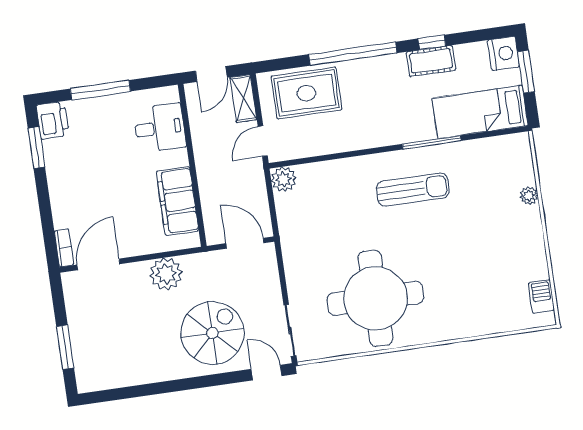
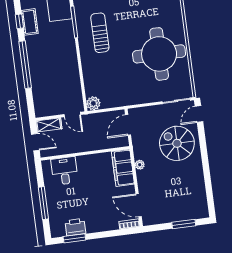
rug: (307, 93) -> (46, 90), removed
printer: (53, 120) -> (75, 227), moved
filing cabinet: (178, 201) -> (123, 168), moved, turned 90
plant: (166, 274) -> (140, 165), width x0.53, depth x0.53

